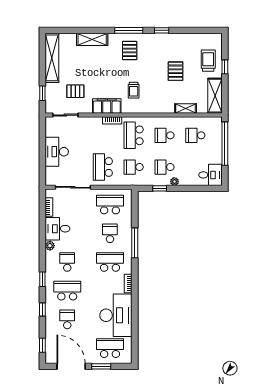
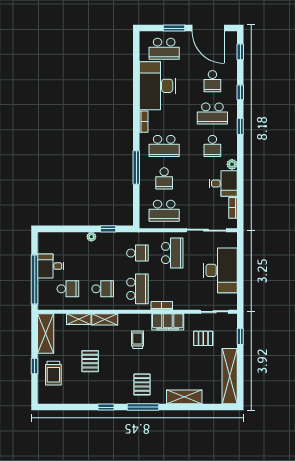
shelving: (163, 108) -> (105, 319), added
desk: (57, 152) -> (220, 270), width x1.36, depth x1.30
school desk: (164, 167) -> (103, 253), removed
desk: (210, 175) -> (51, 266), moved

